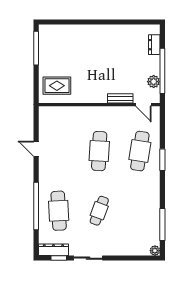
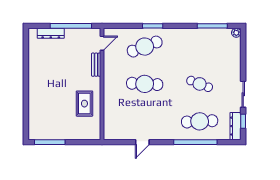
dresser: (154, 45) -> (51, 33), width x1.44
plant: (154, 82) -> (81, 34), removed
rug: (57, 86) -> (84, 104), moved
cafe table: (140, 151) -> (145, 47), turned -30

